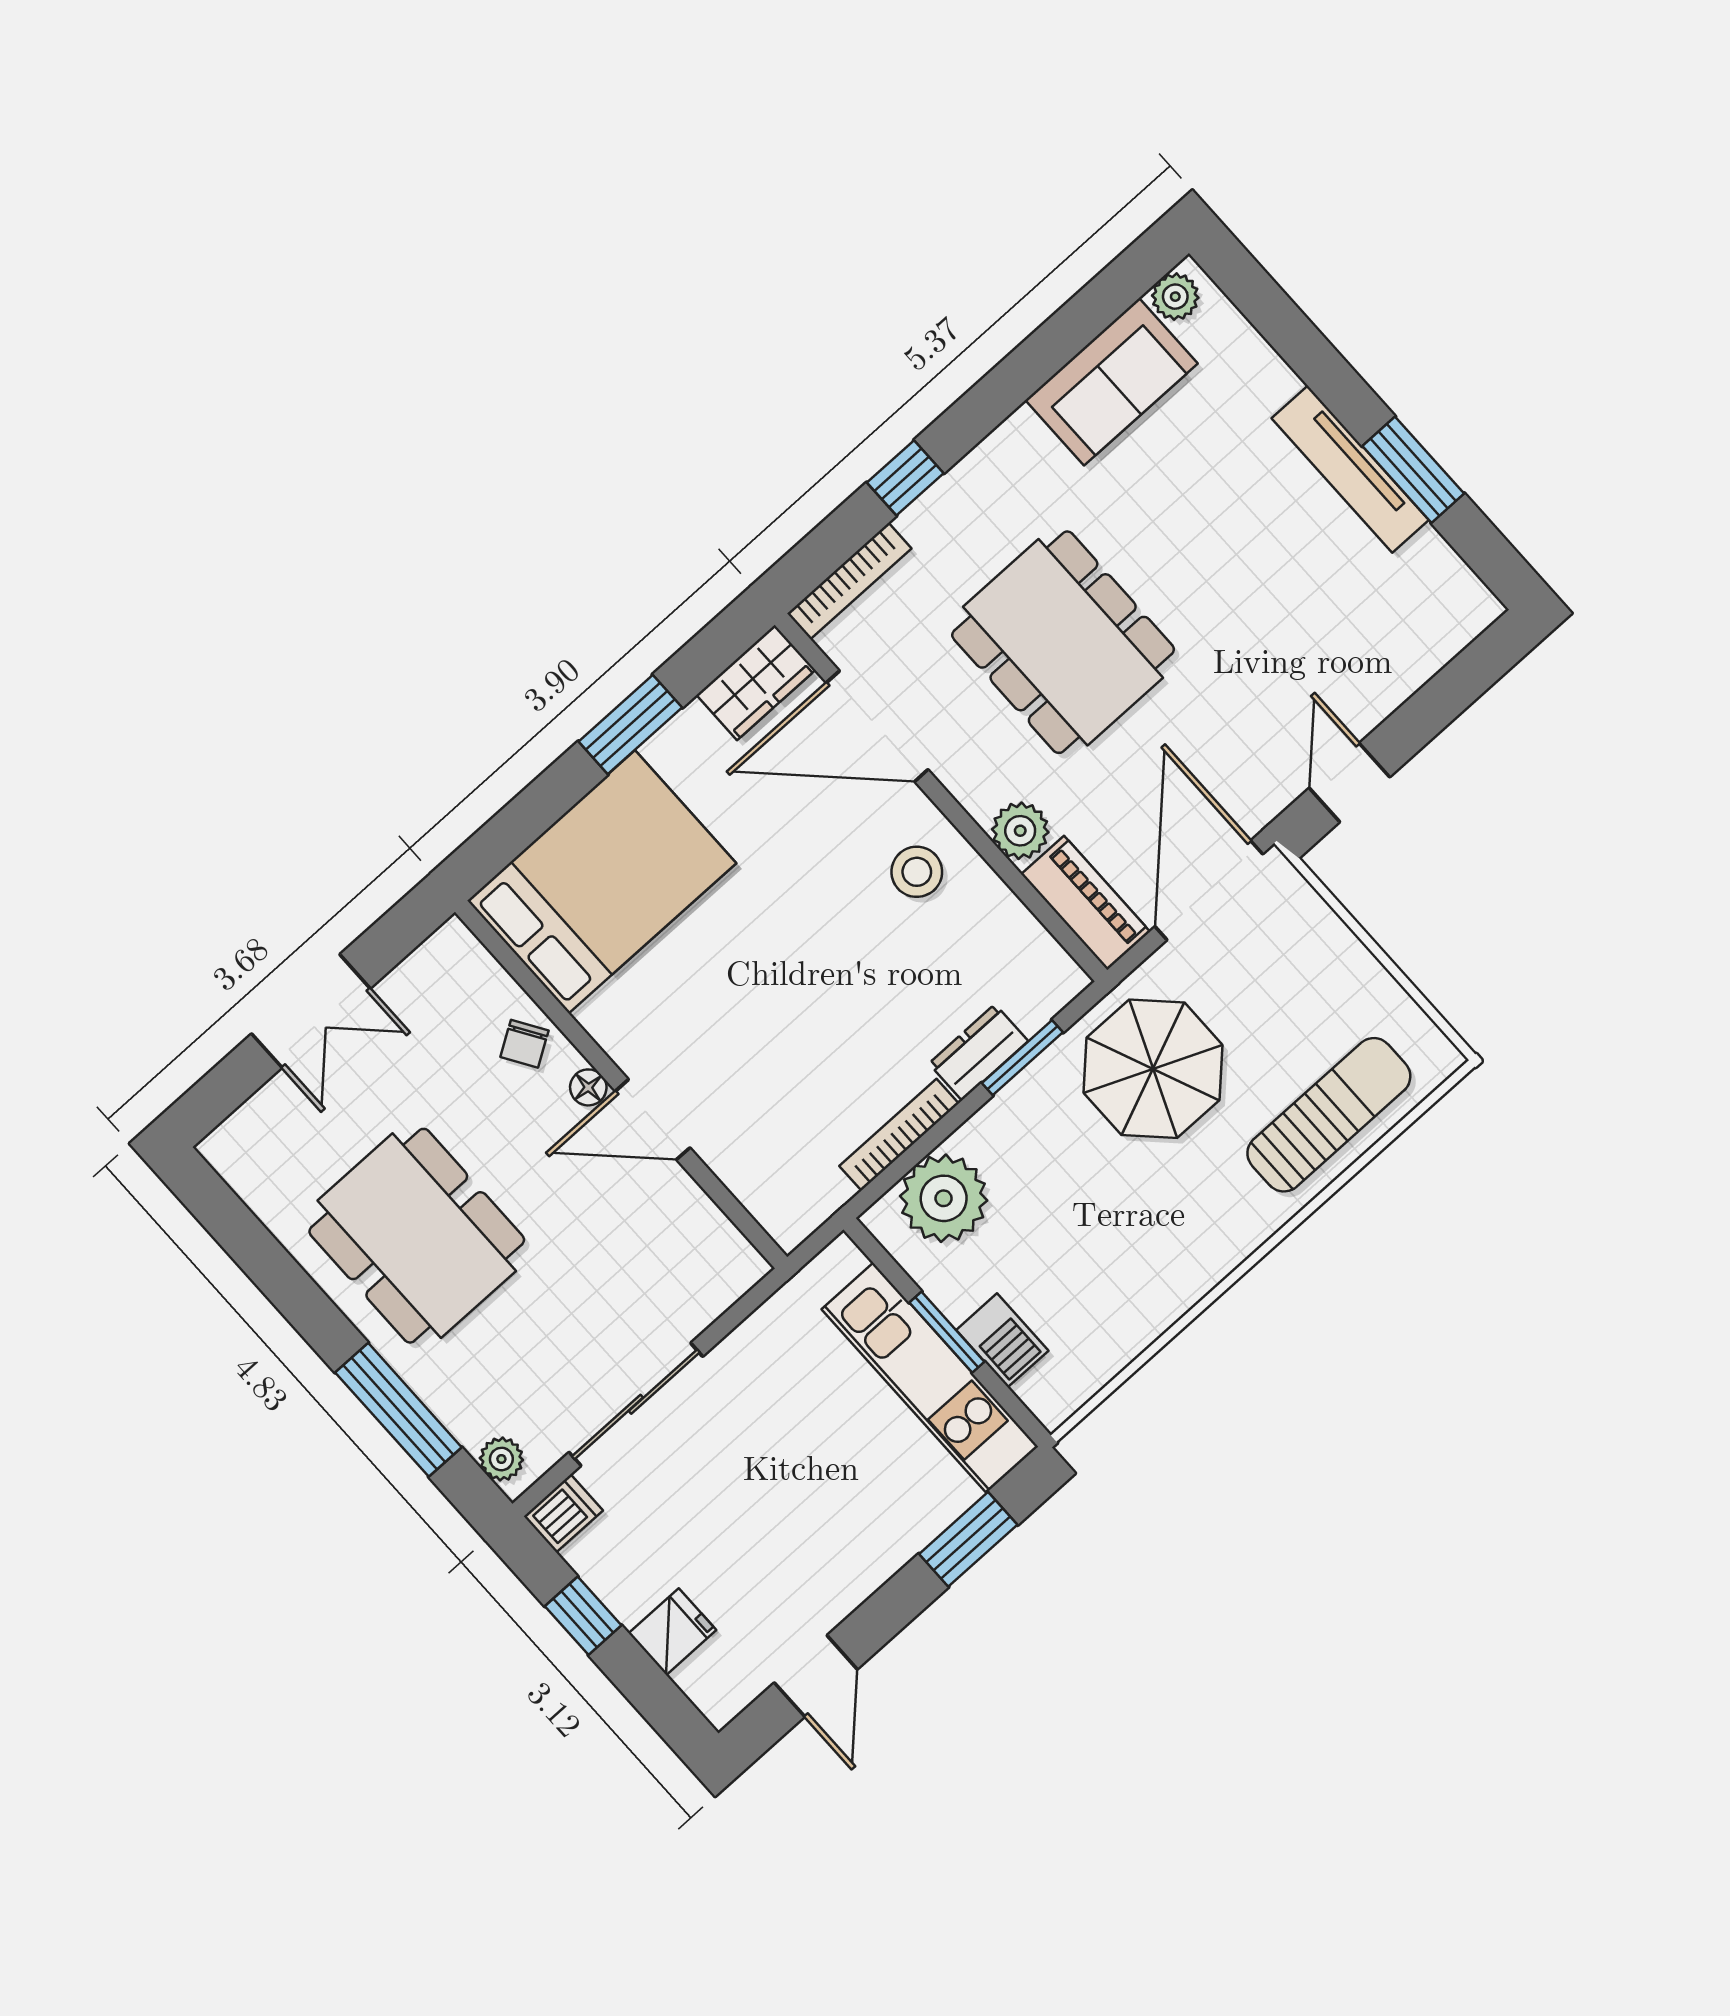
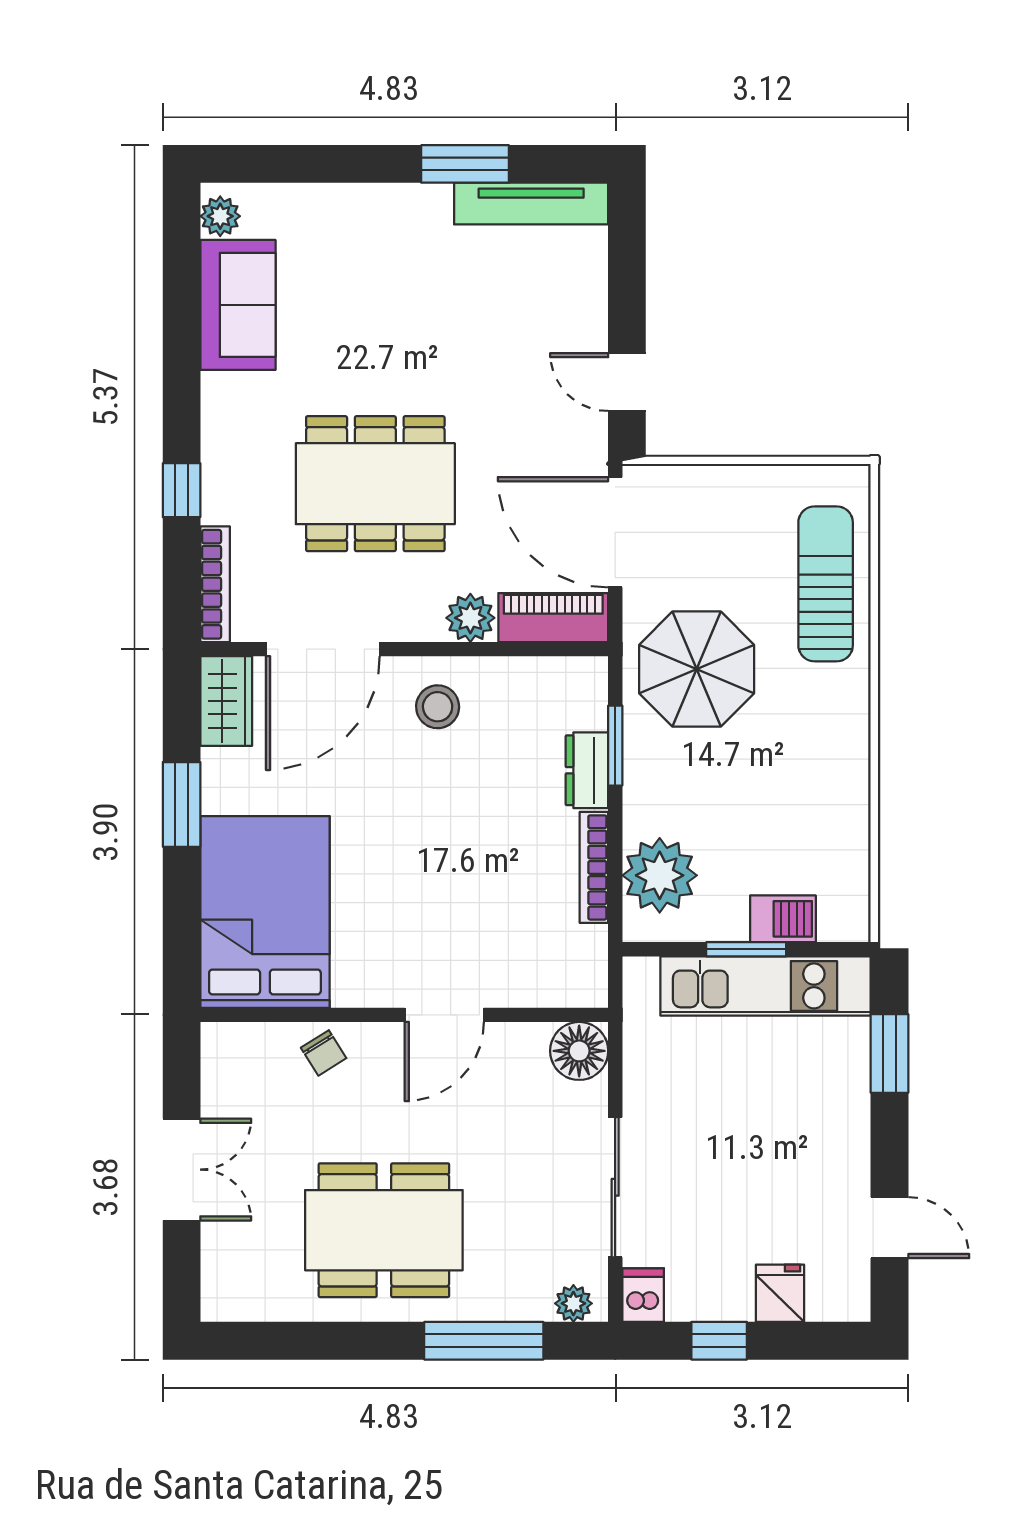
tv unit: (1350, 469) -> (531, 204), moved
floor lamp: (588, 1087) -> (579, 1051), moved, width x1.89, depth x1.89

